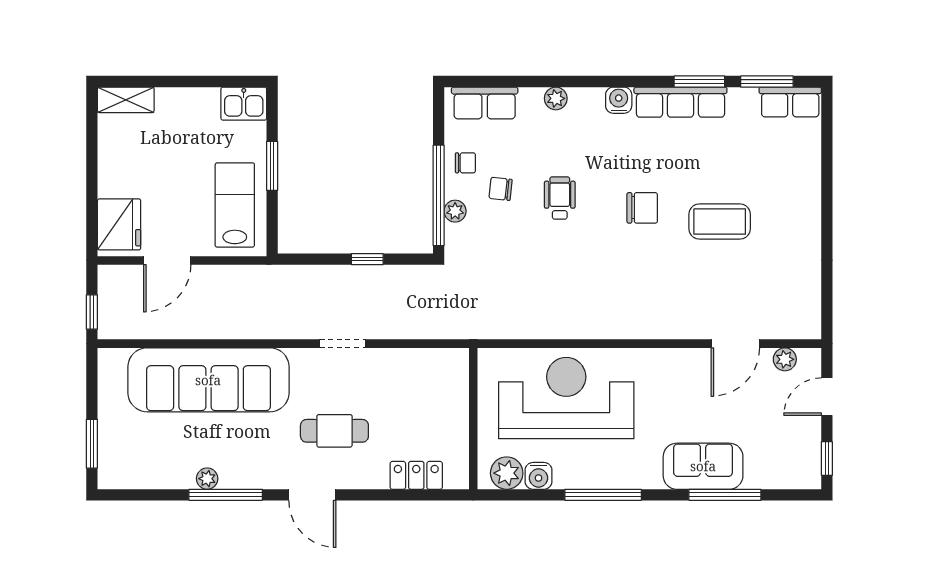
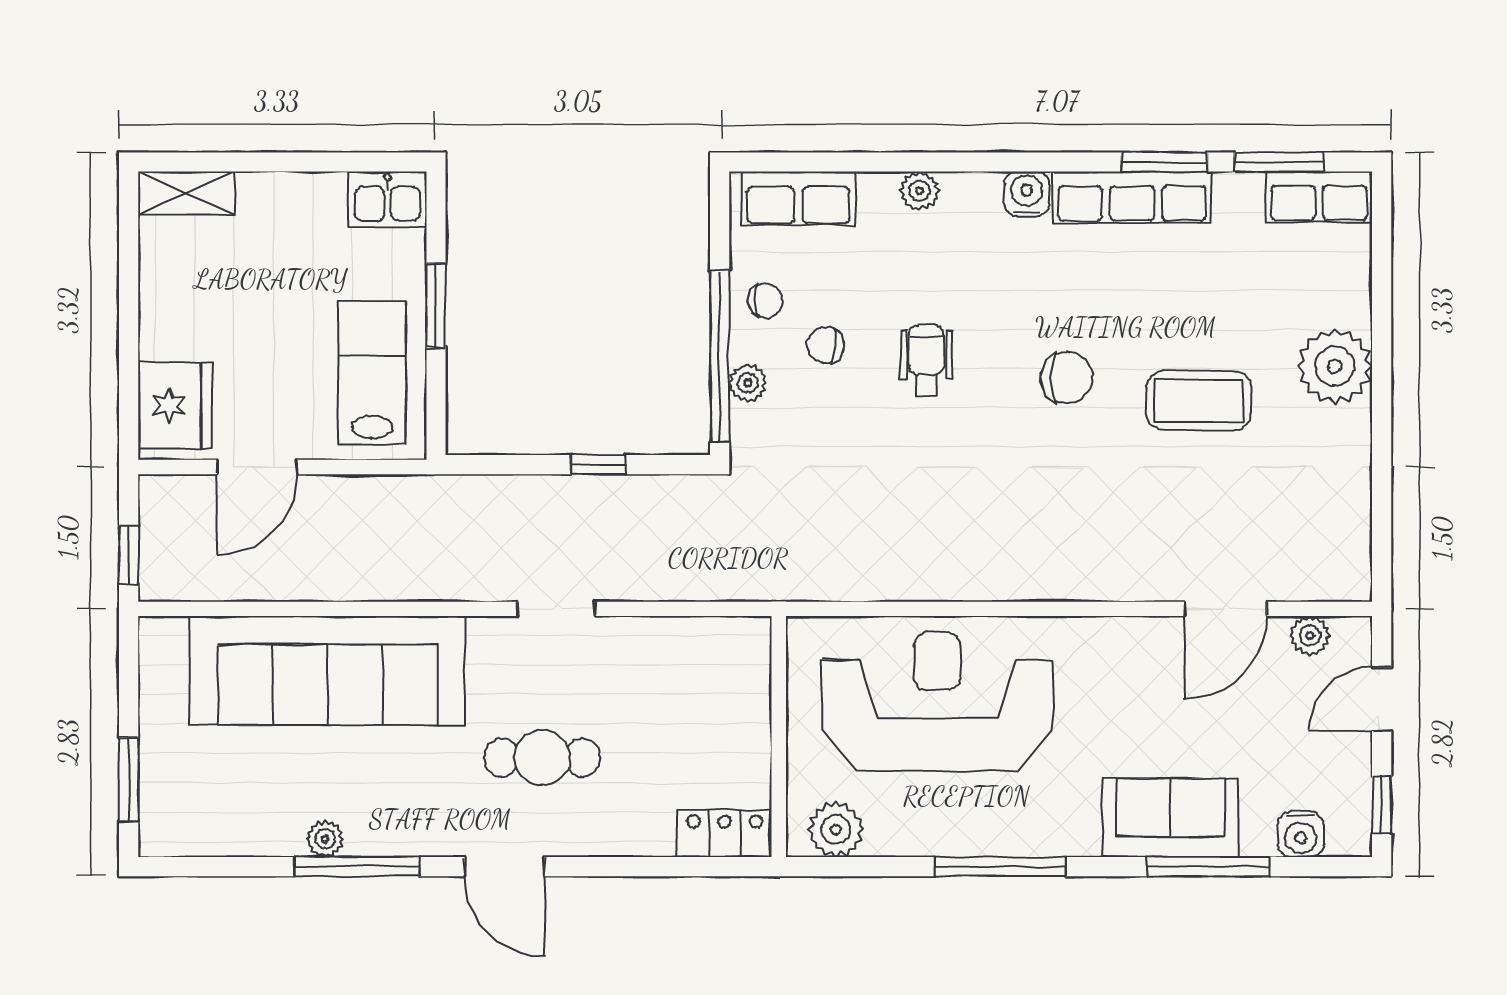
plant: (799, 201) -> (1335, 366), added
locker: (416, 475) -> (725, 833), moved
water cooler: (539, 476) -> (1301, 834), moved

